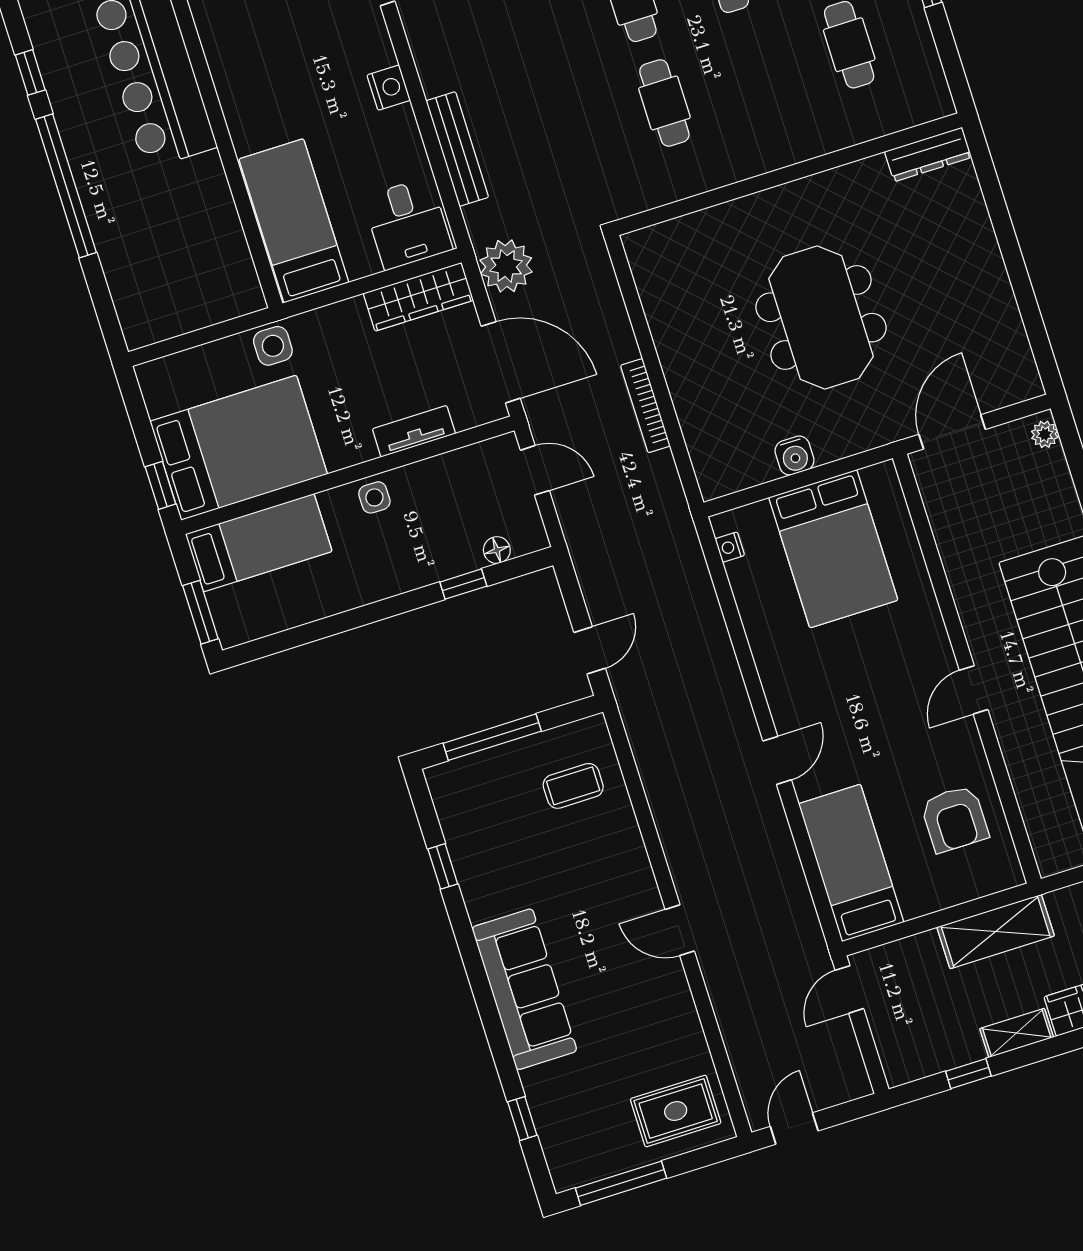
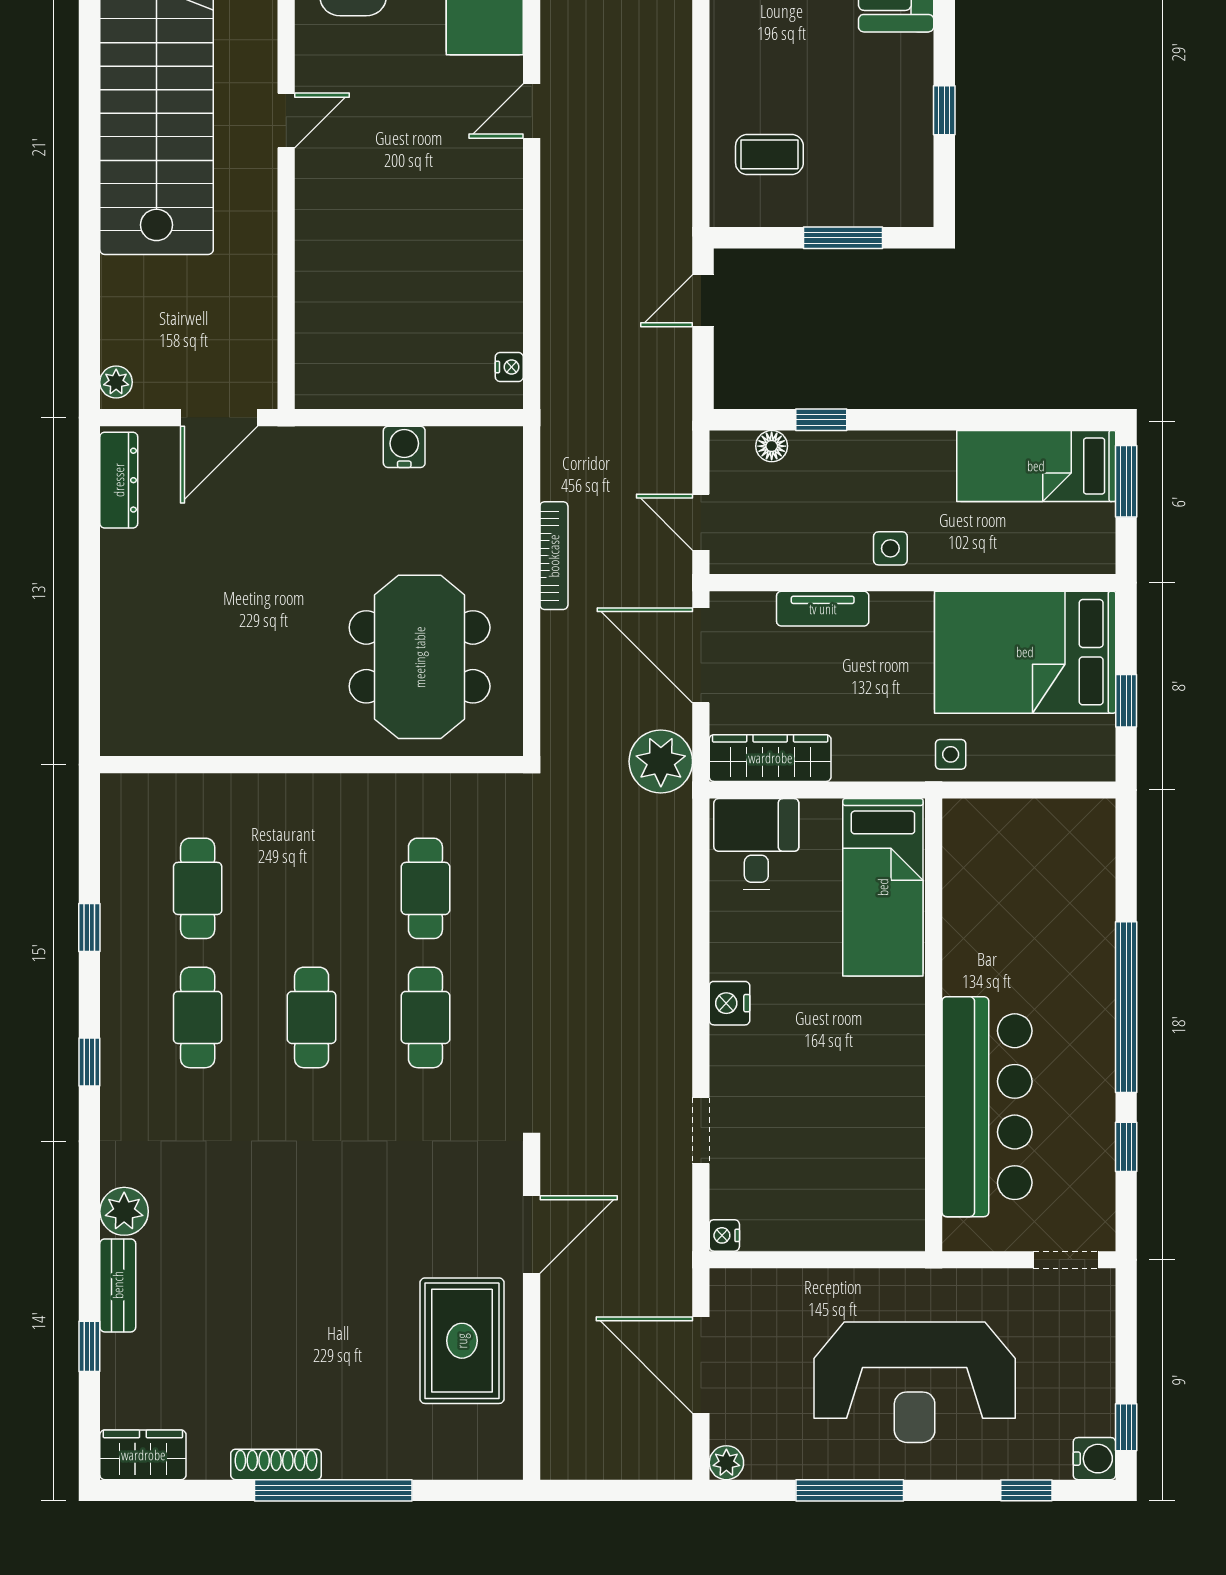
bench: (457, 149) -> (674, 910), removed
dresser: (928, 154) -> (119, 480), moved, turned 90
meeting table: (821, 317) -> (420, 657), moved
side table: (273, 346) -> (951, 754), width x0.73, depth x0.73
window: (160, 485) -> (1126, 701), moved
bed: (259, 543) -> (1036, 466), moved
bed: (833, 549) -> (394, 329), removed
window: (492, 737) -> (843, 238), width x0.69

